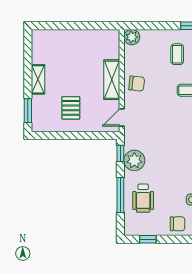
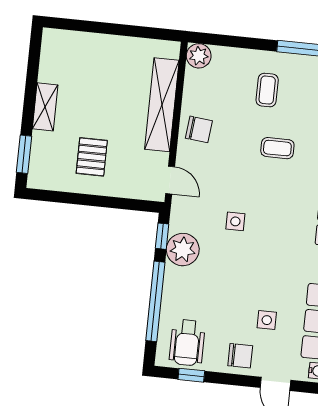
shelving: (112, 80) -> (162, 105), width x1.47
door: (122, 117) -> (170, 180), swing flipped
side table: (166, 139) -> (235, 221), added
window: (120, 195) -> (155, 301), width x1.46
wheelchair: (143, 198) -> (187, 343), moved

